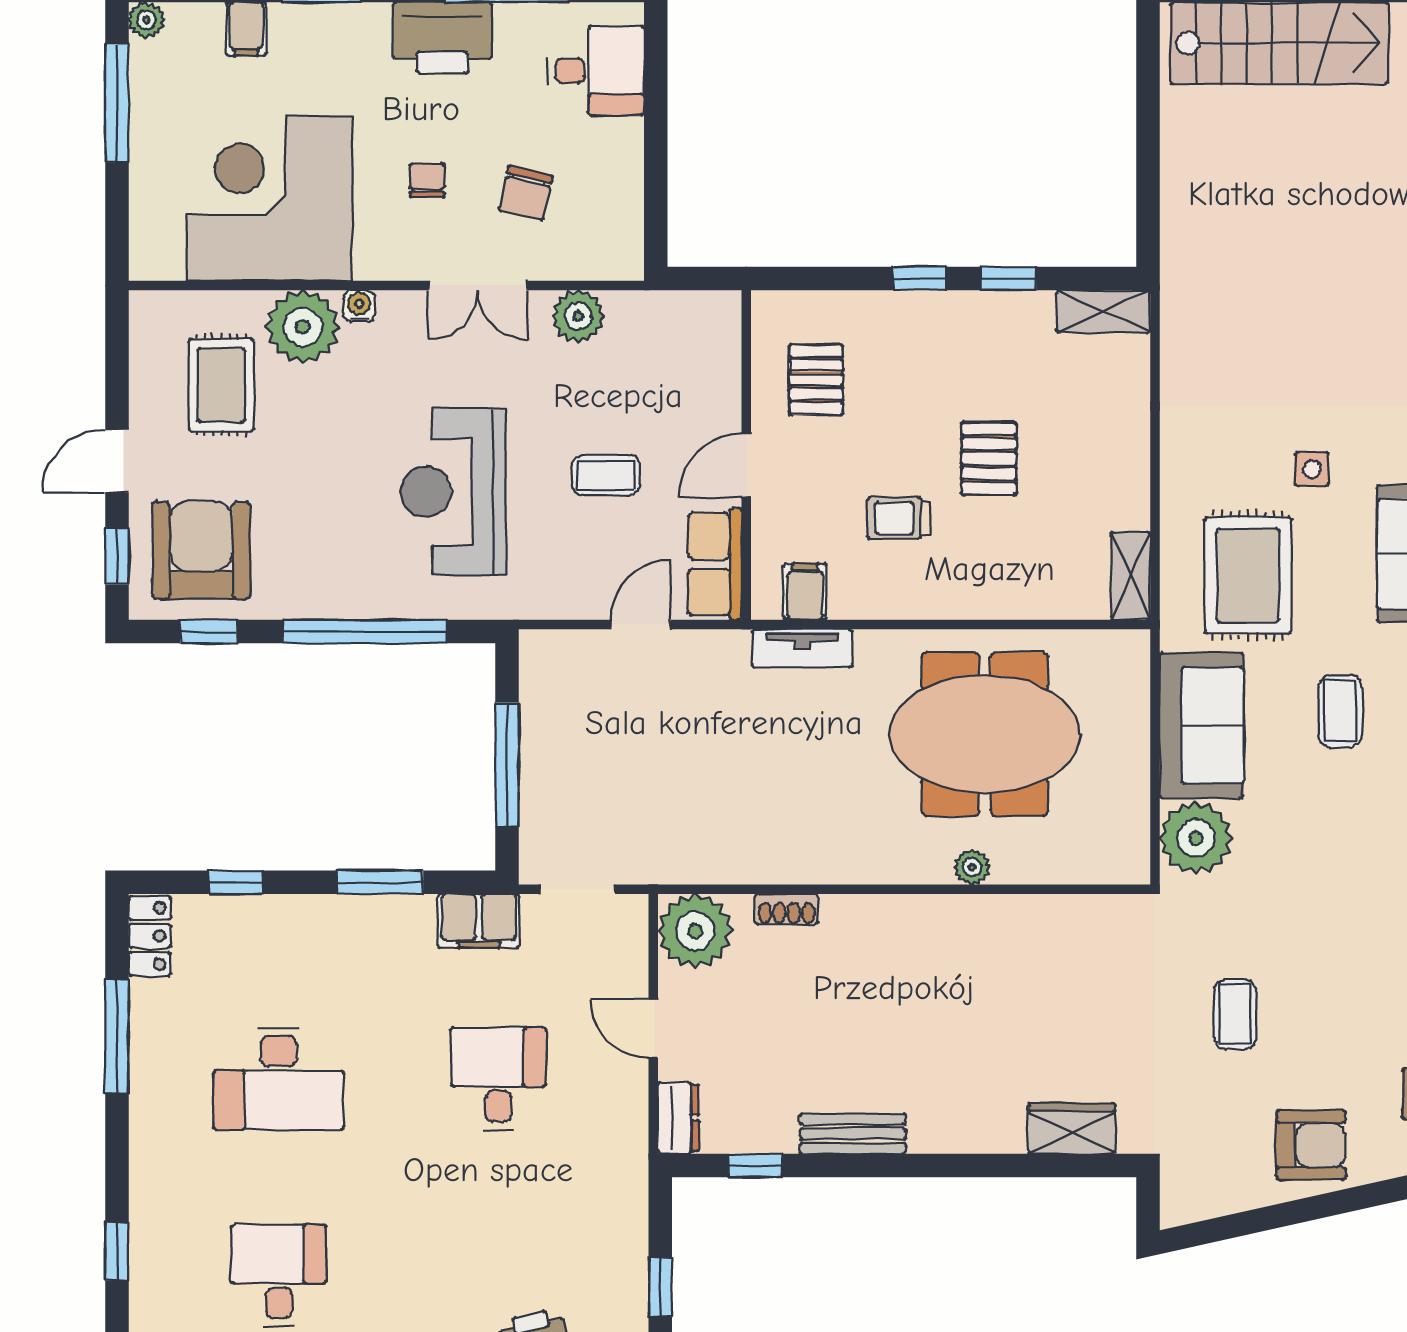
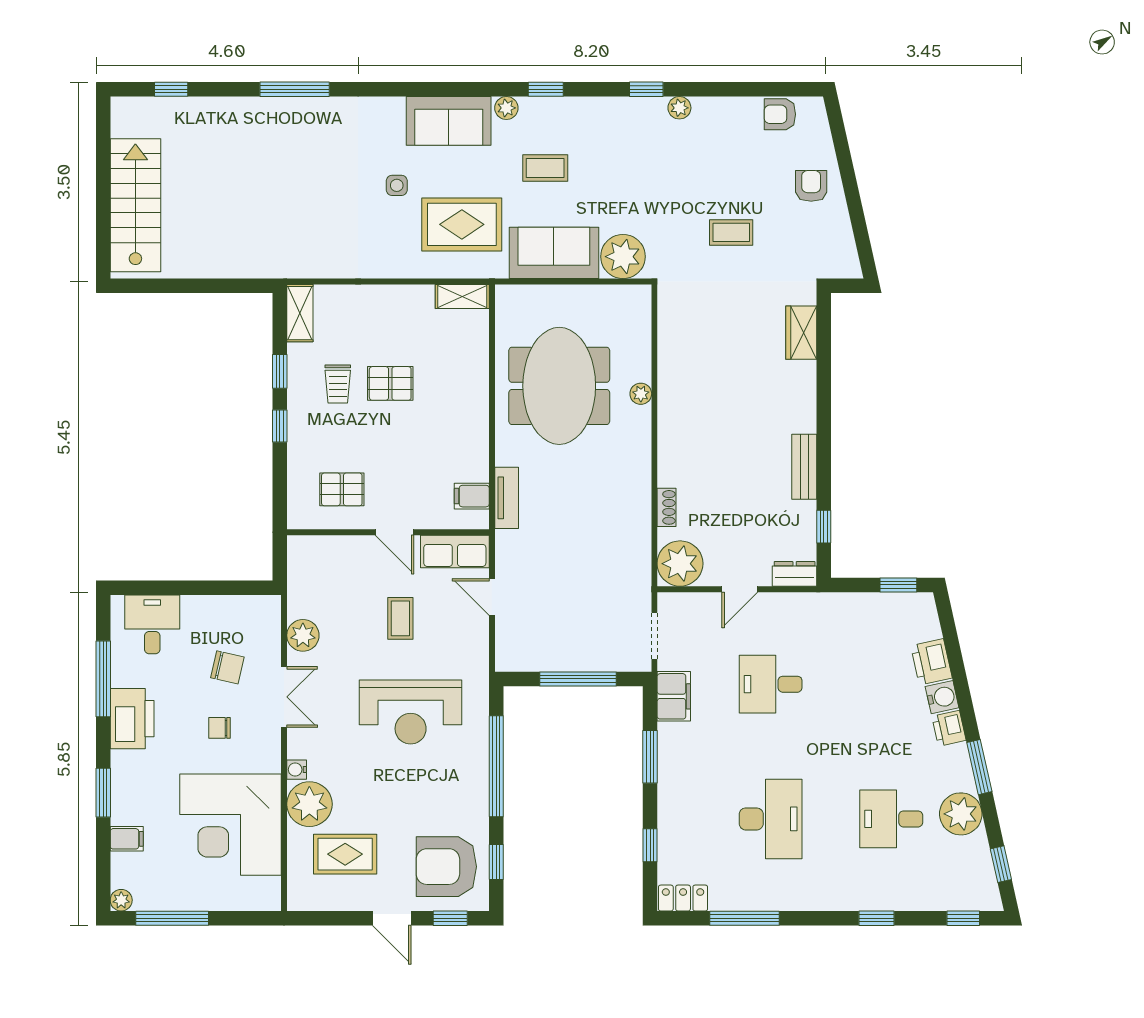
trolley: (899, 518) -> (338, 384), moved
armchair: (1311, 1145) -> (811, 186), width x0.72, depth x0.72

